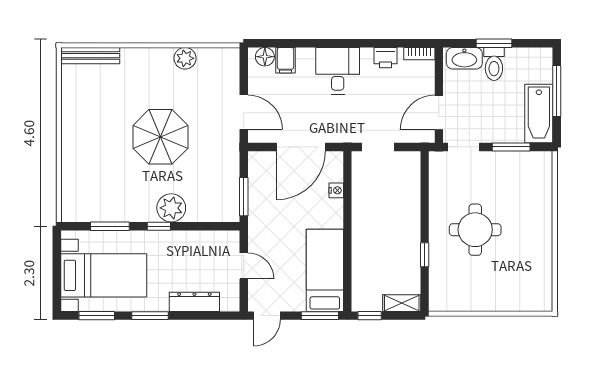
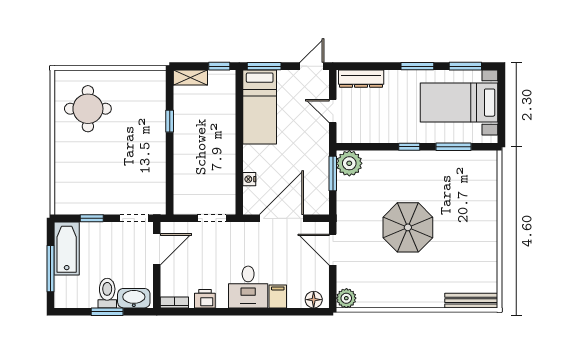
plant: (185, 58) -> (346, 298), moved
filing cabinet: (286, 60) -> (278, 296), moved
window: (511, 147) -> (92, 218), width x0.67
plant: (171, 208) -> (349, 163), moved
round table: (475, 230) -> (88, 109), moved
dresser: (194, 302) -> (361, 79), moved

